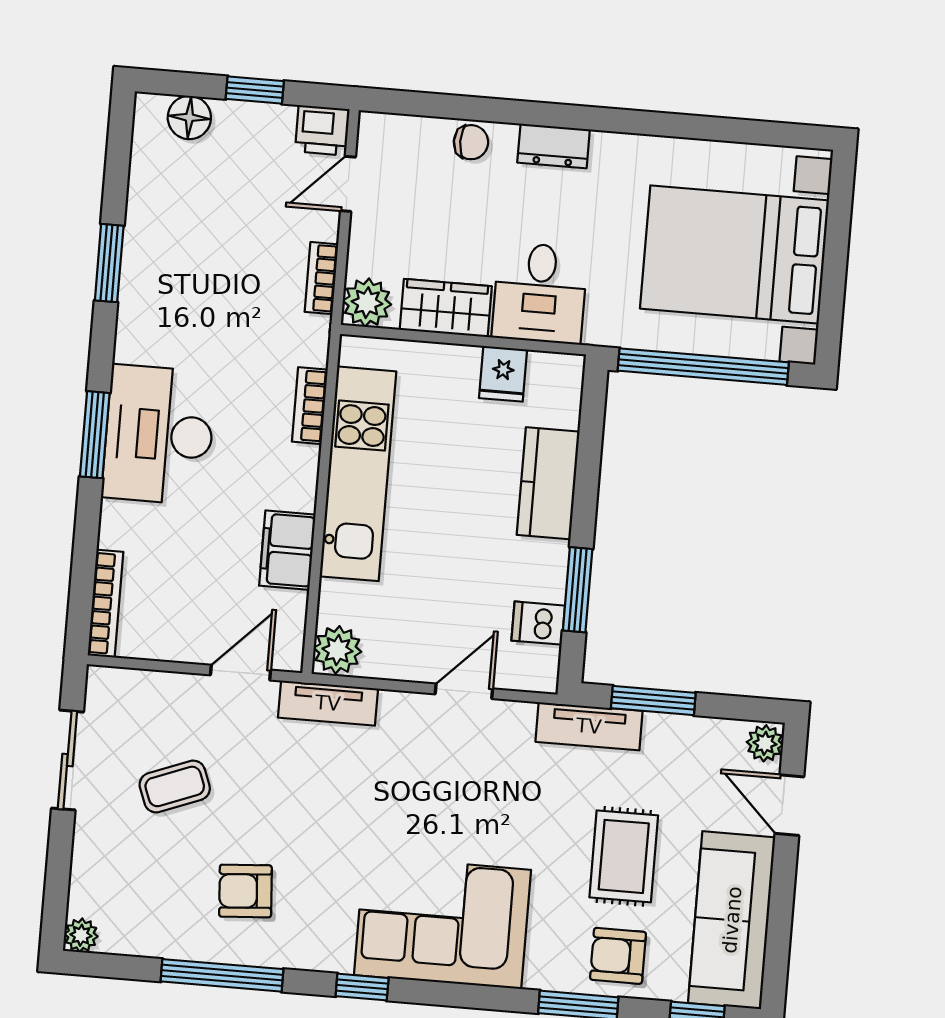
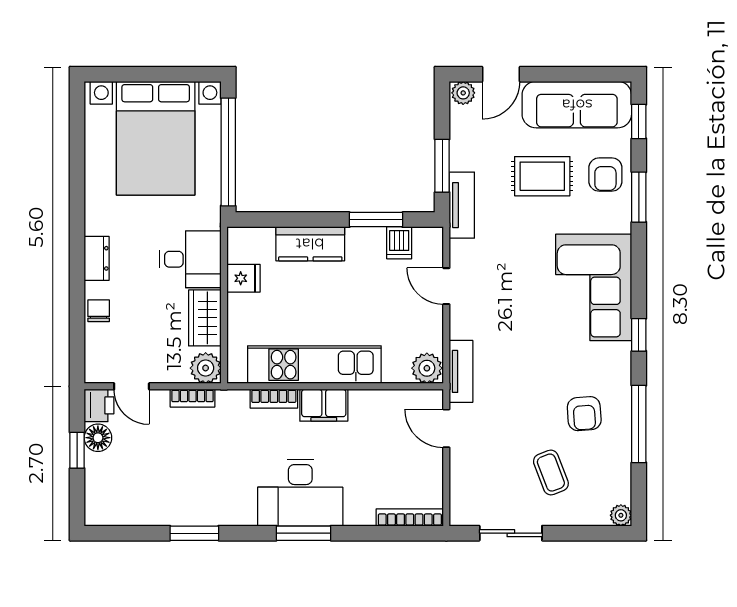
floor lamp: (189, 117) -> (98, 438), moved
filing cabinet: (287, 550) -> (324, 405), moved
coffee table: (175, 786) -> (551, 473), moved

